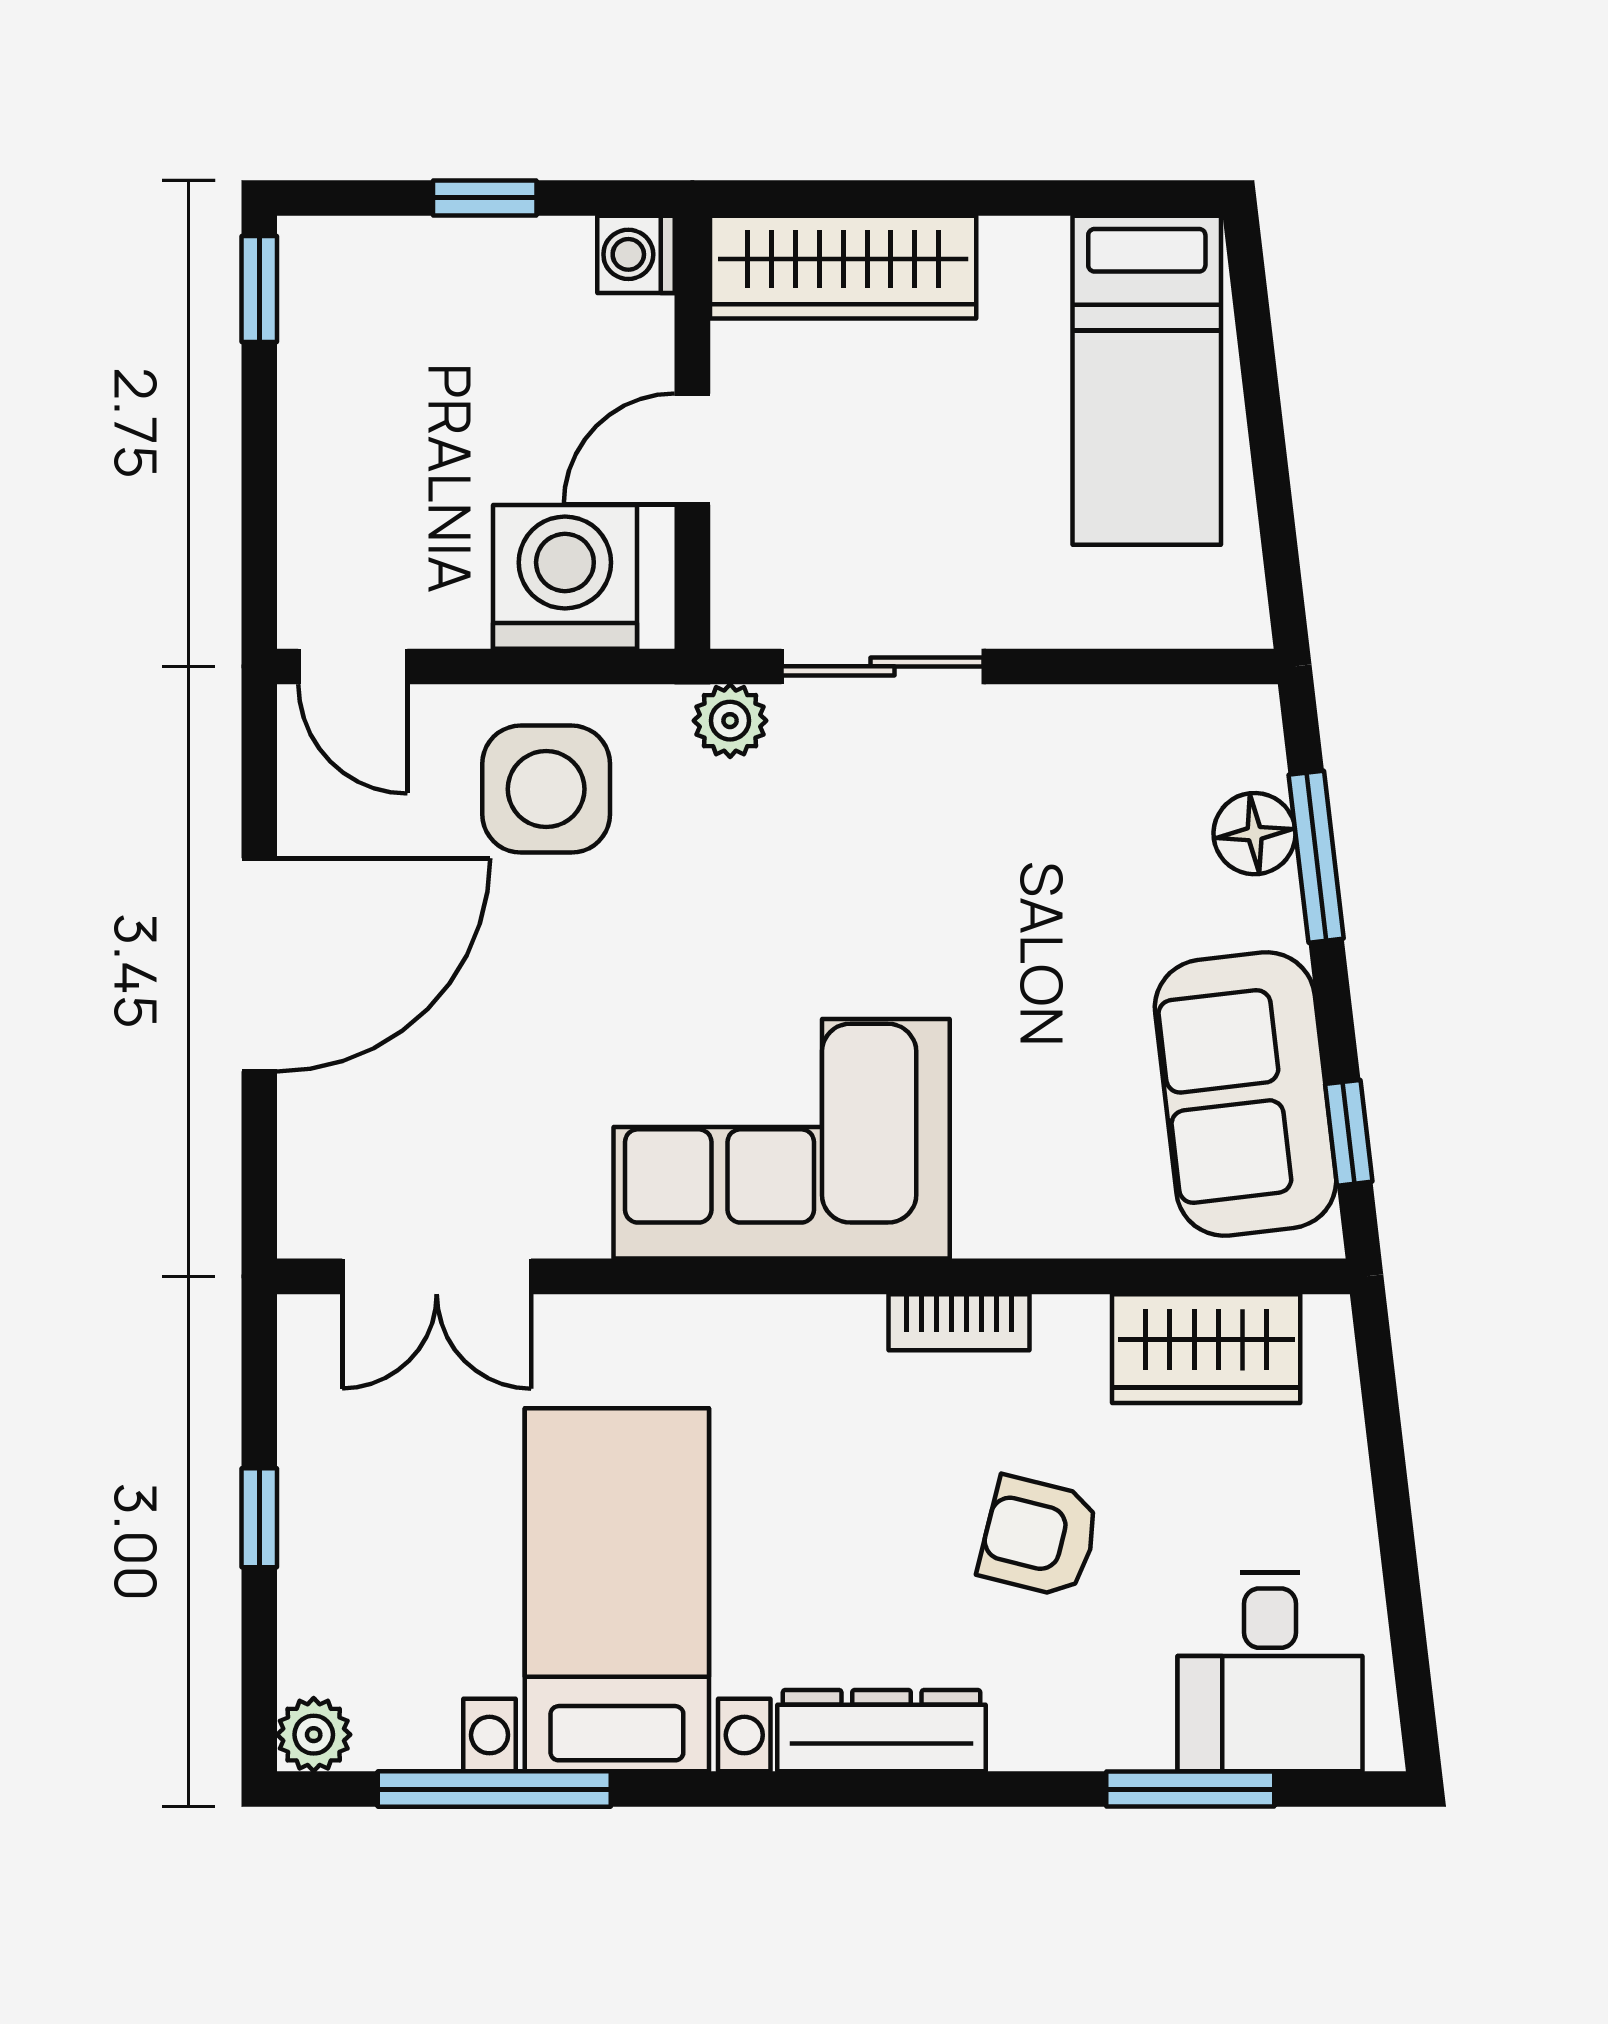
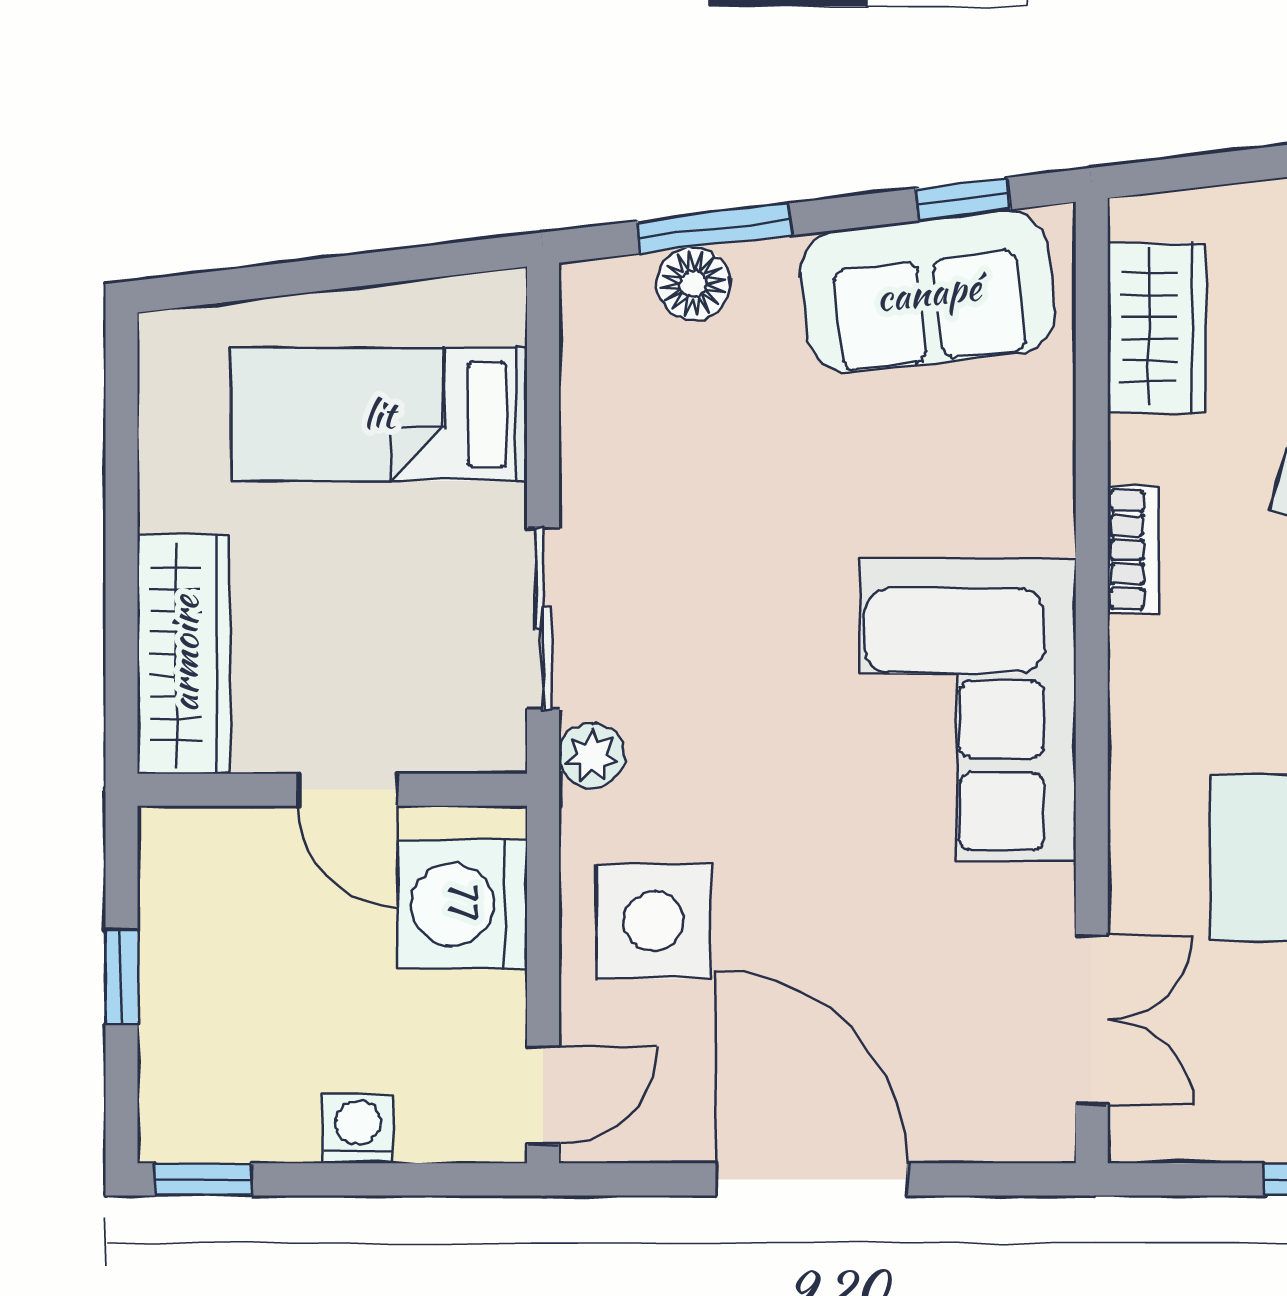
washing machine: (636, 254) -> (358, 1129), moved, turned 180
bed: (1147, 380) -> (379, 414), moved, turned 180

